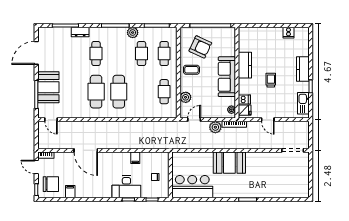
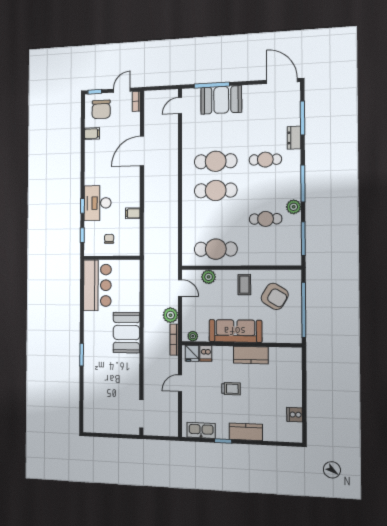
armchair: (200, 47) -> (275, 296), turned -84
door: (36, 53) -> (282, 81), moved
cafe table: (164, 54) -> (266, 249), removed
cafe table: (164, 92) -> (216, 249), width x1.37, depth x1.35

